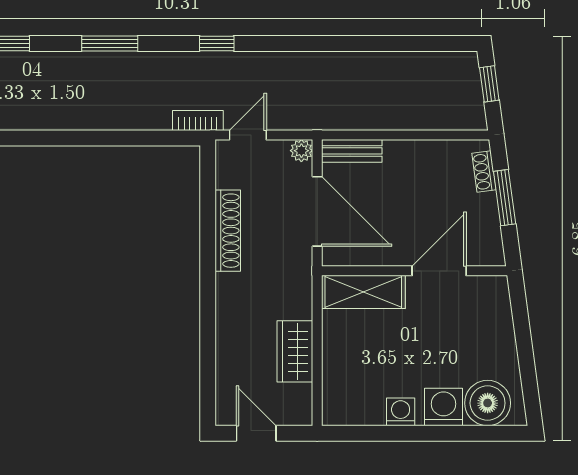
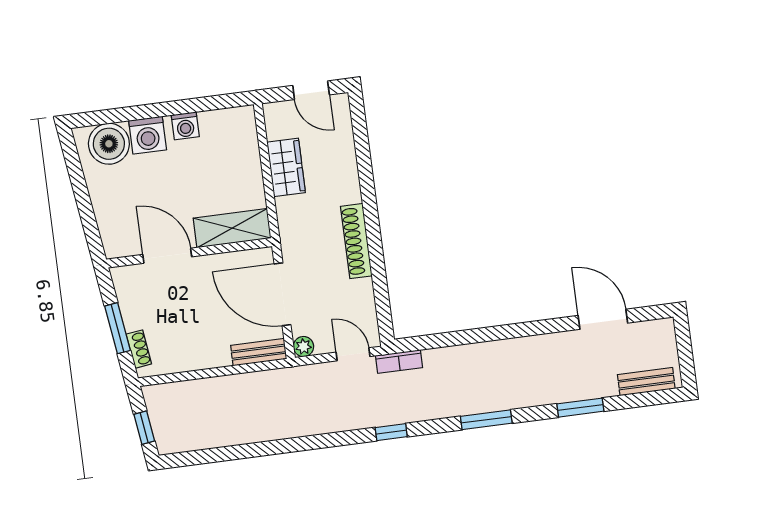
door: (248, 135) -> (353, 354), swing flipped
shoe rack: (228, 231) -> (356, 241), moved
door: (439, 271) -> (167, 256), swing flipped

